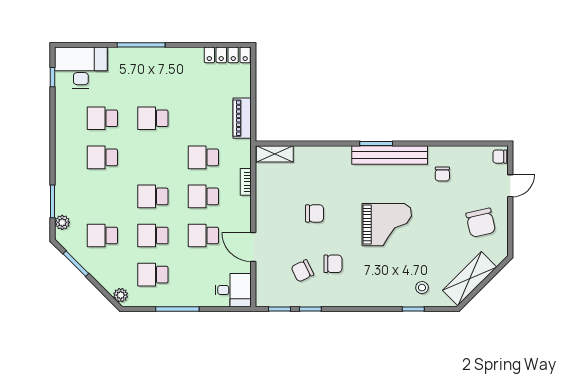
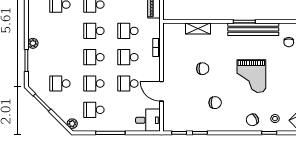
shelving: (275, 154) -> (198, 29), moved
school desk: (102, 157) -> (94, 31), moved
plant: (62, 222) -> (33, 43), moved
grand piano: (387, 225) -> (251, 76), turned 90
chair: (302, 271) -> (252, 120), moved

